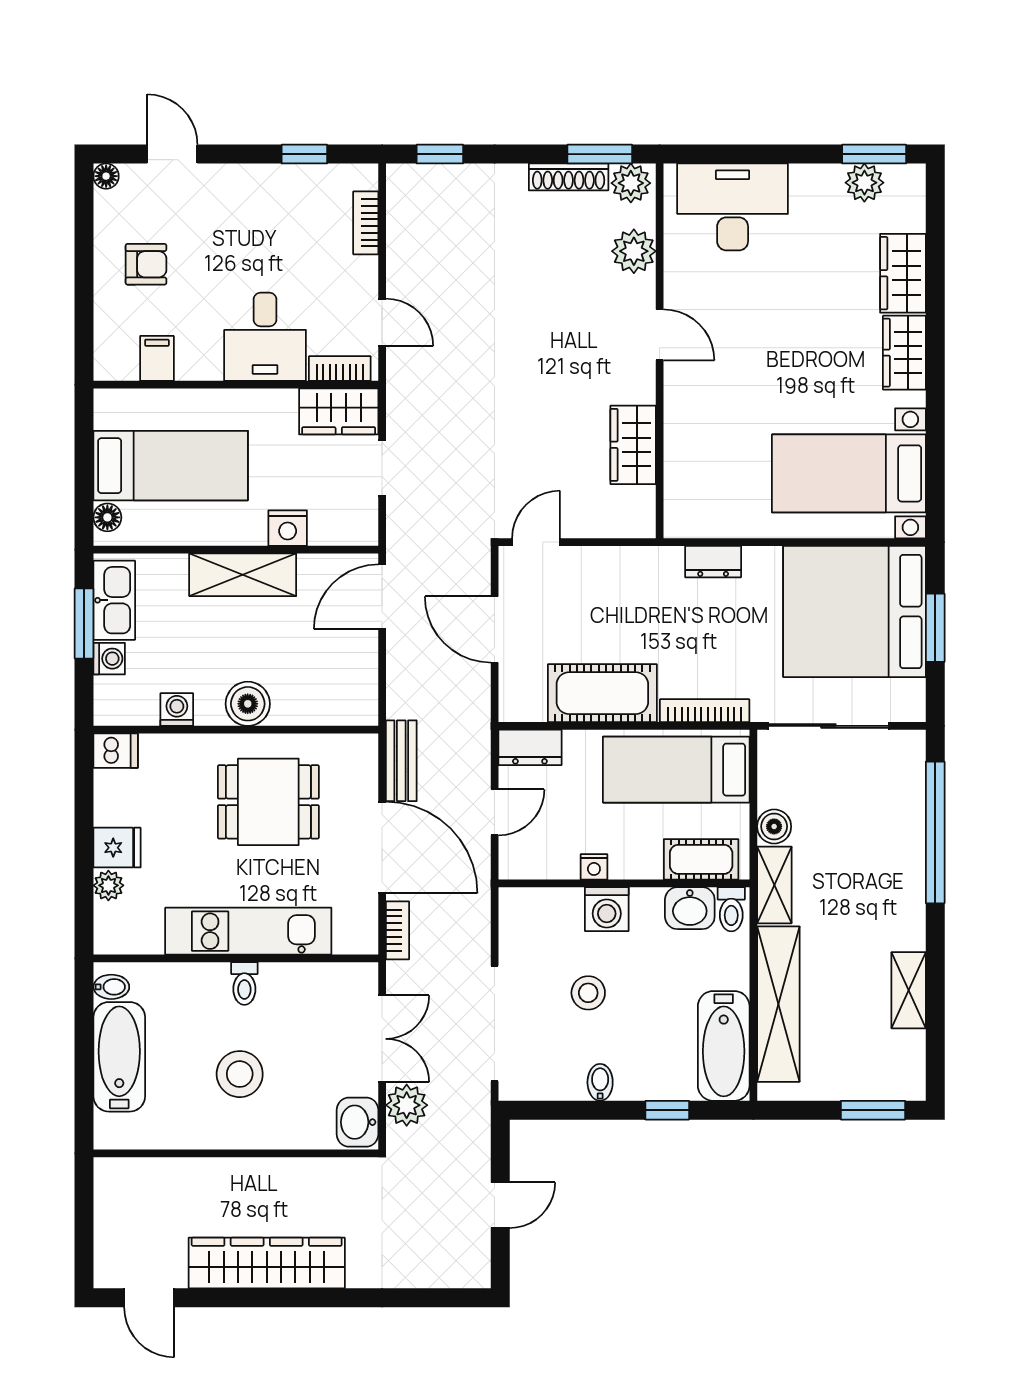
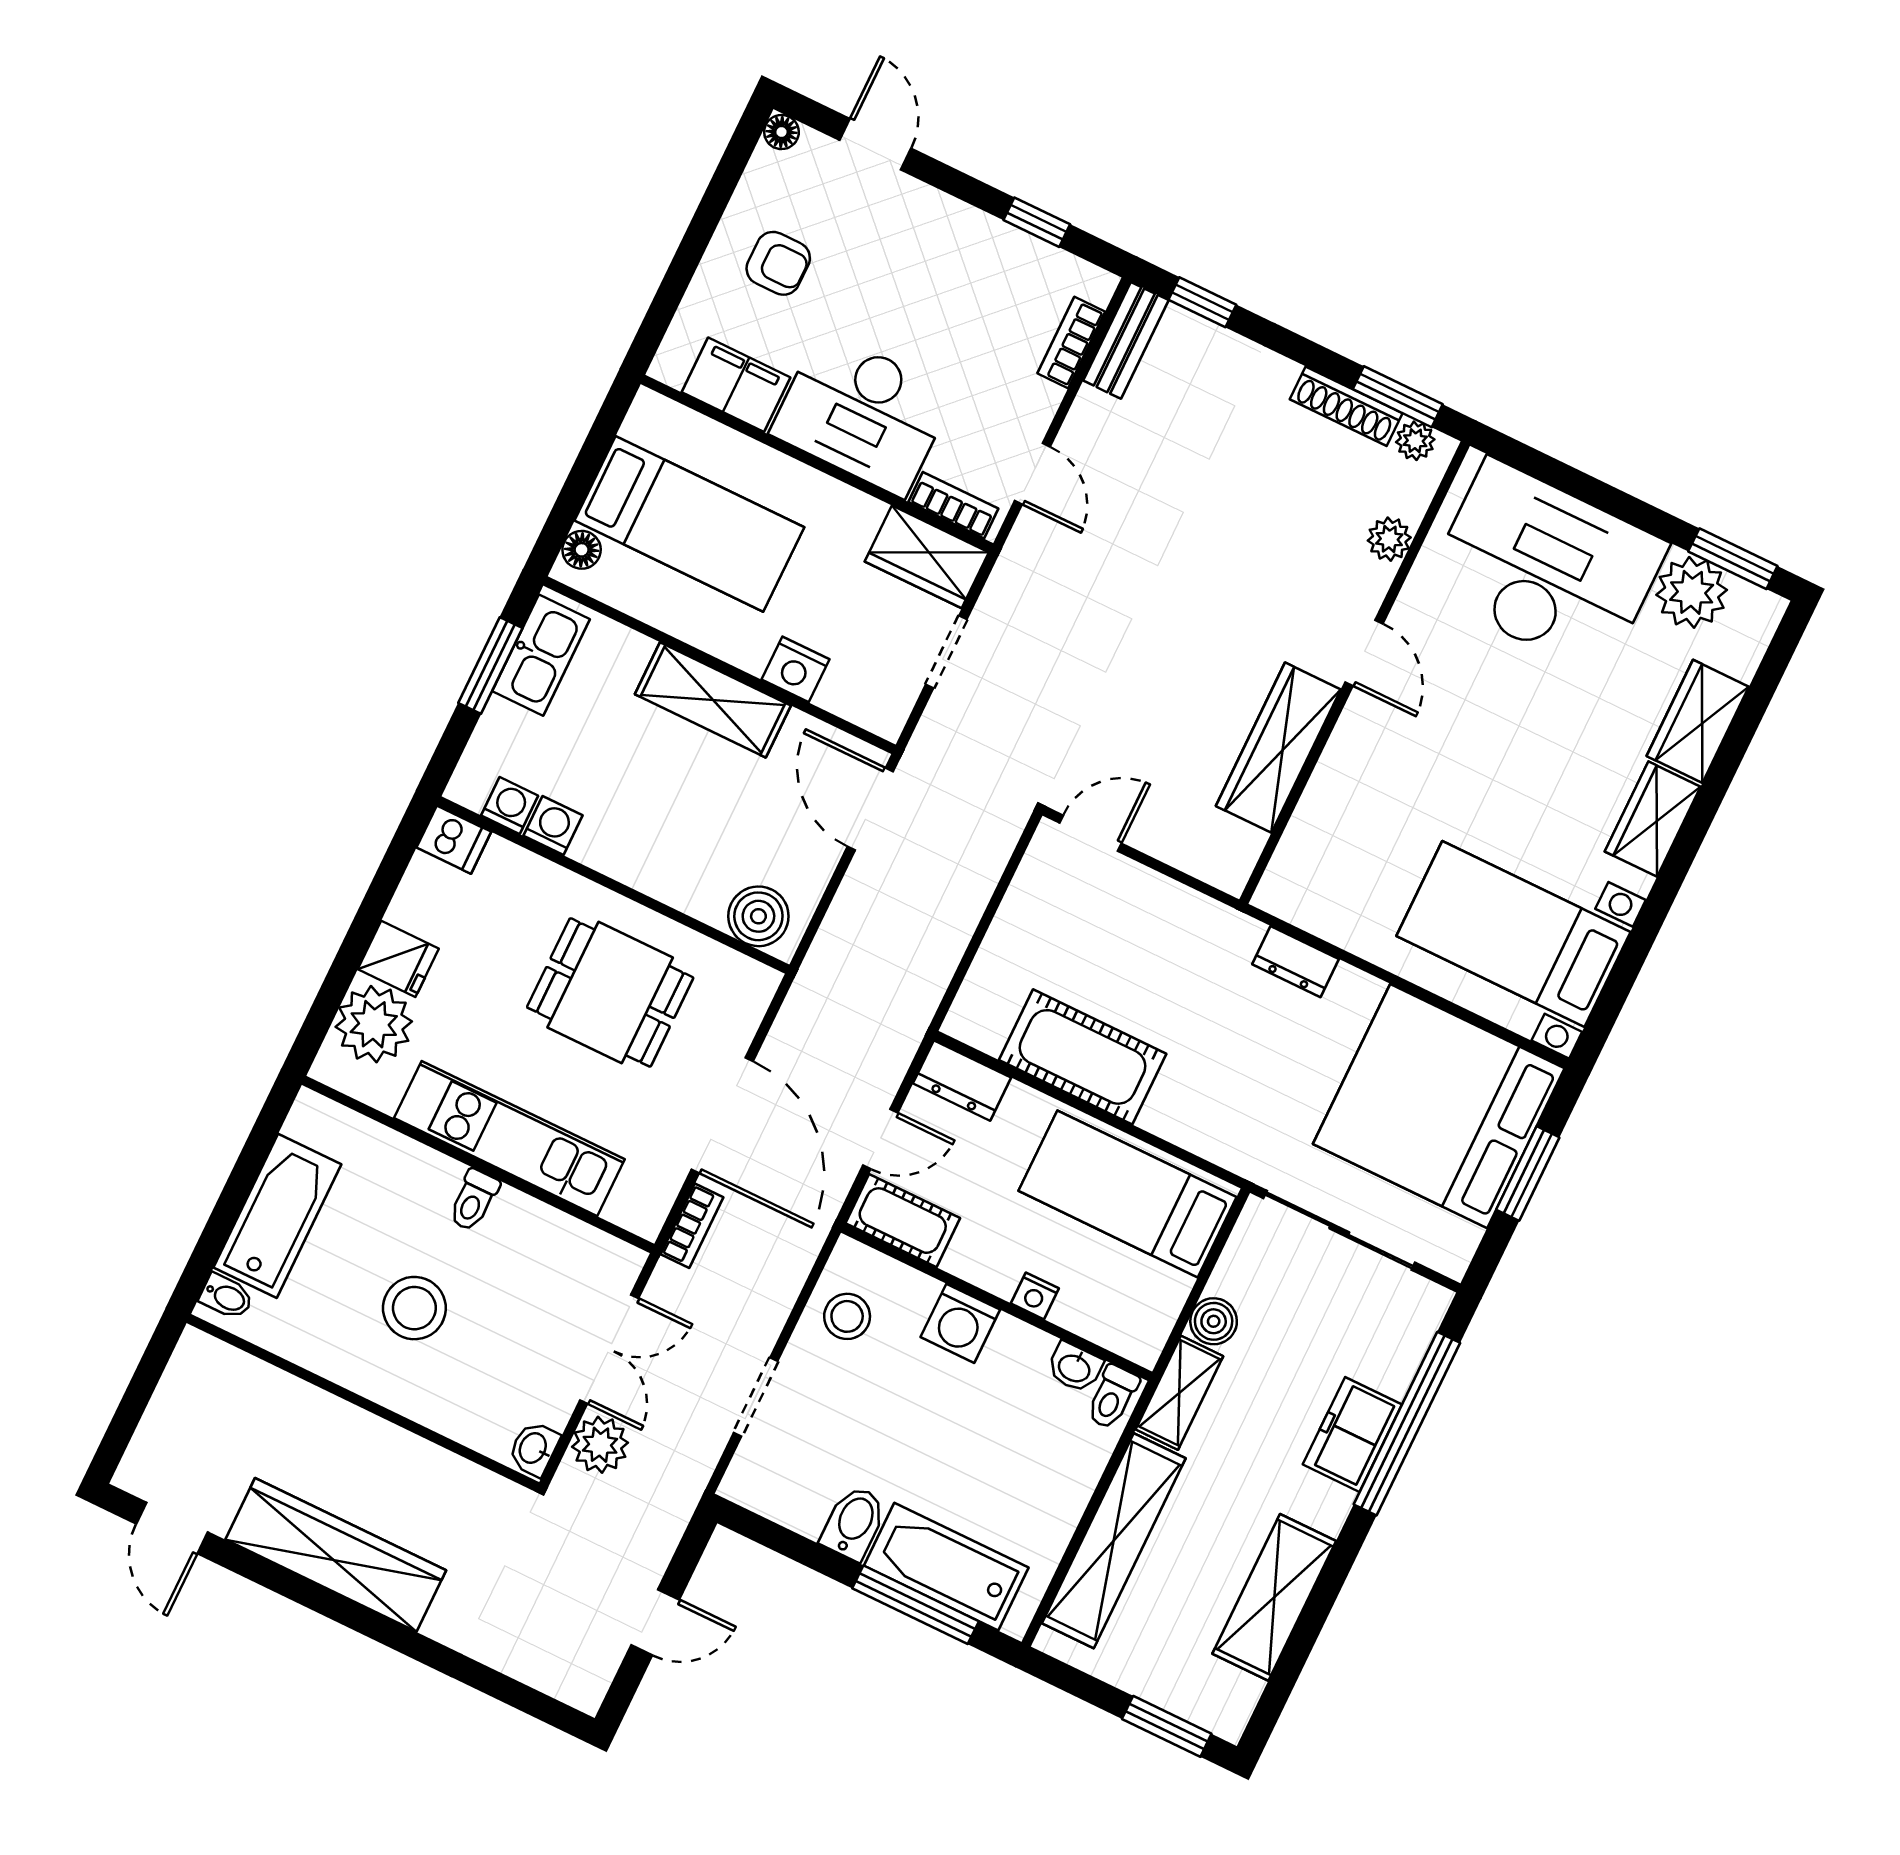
plant: (631, 183) -> (1415, 441), width x0.73, depth x0.73
plant: (864, 183) -> (1692, 592), width x1.36, depth x1.36
desk: (733, 207) -> (1546, 568), width x1.36, depth x1.30
plant: (634, 251) -> (1389, 539), width x0.73, depth x0.73
desk: (265, 337) -> (862, 413), width x1.37
filing cabinet: (157, 358) -> (736, 385), width x2.00
wardrobe: (633, 445) -> (1278, 748), width x1.50
door: (382, 597) -> (870, 809), hinge flipped
door: (495, 630) -> (988, 915), removed
washing machine: (109, 659) -> (510, 806), moved, turned -90
boiler: (248, 704) -> (758, 916), moved
bookcase: (705, 711) -> (1197, 1139), removed
bench: (401, 761) -> (1126, 340), moved
freezer: (902, 857) -> (1352, 1434), added
cot: (701, 859) -> (903, 1221), moved
nightstand: (594, 867) -> (1035, 1296), moved
plant: (108, 885) -> (374, 1024), width x1.87, depth x1.87
washbasin: (690, 908) -> (1075, 1367), width x0.72, depth x0.69
bidet: (111, 987) -> (226, 1297), moved
shelving: (909, 990) -> (1274, 1597), width x1.50, depth x1.33
stool: (588, 993) -> (847, 1316), moved
doorway: (495, 1024) -> (756, 1397), width x0.53
bathtub: (724, 1046) -> (946, 1567), moved, turned 90
bidet: (600, 1082) -> (854, 1523), width x1.38, depth x1.36
window: (667, 1110) -> (915, 1605), width x2.17
washbasin: (358, 1122) -> (534, 1449), width x0.72, depth x0.69

